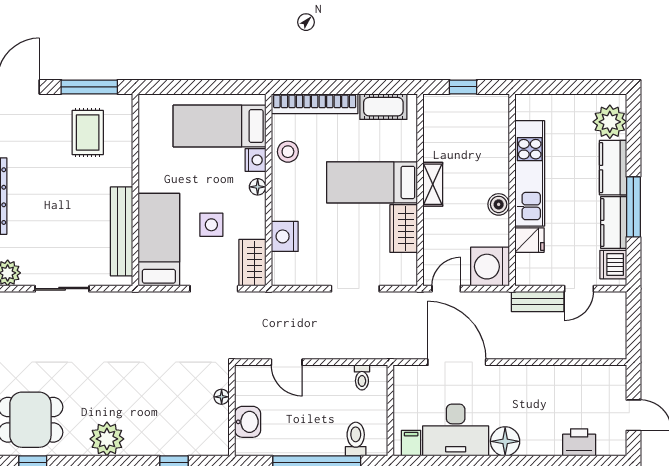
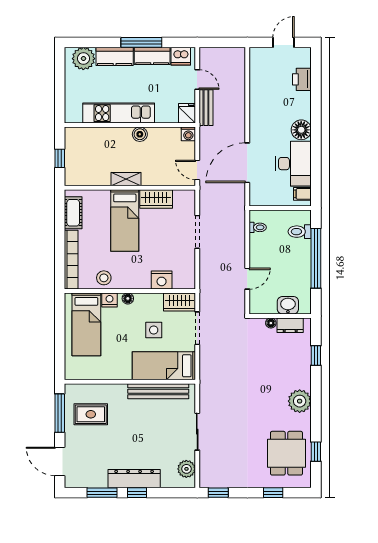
fridge: (529, 240) -> (187, 113), moved
washing machine: (490, 267) -> (188, 134), width x0.53, depth x0.53
dresser: (218, 425) -> (290, 325), added

